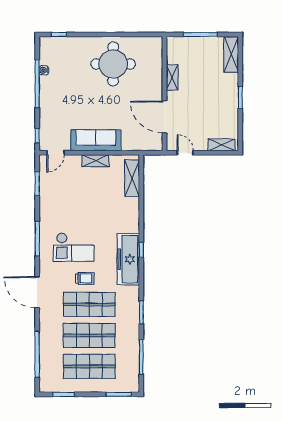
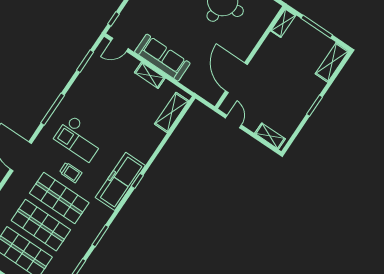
shelving: (172, 77) -> (283, 23), moved

